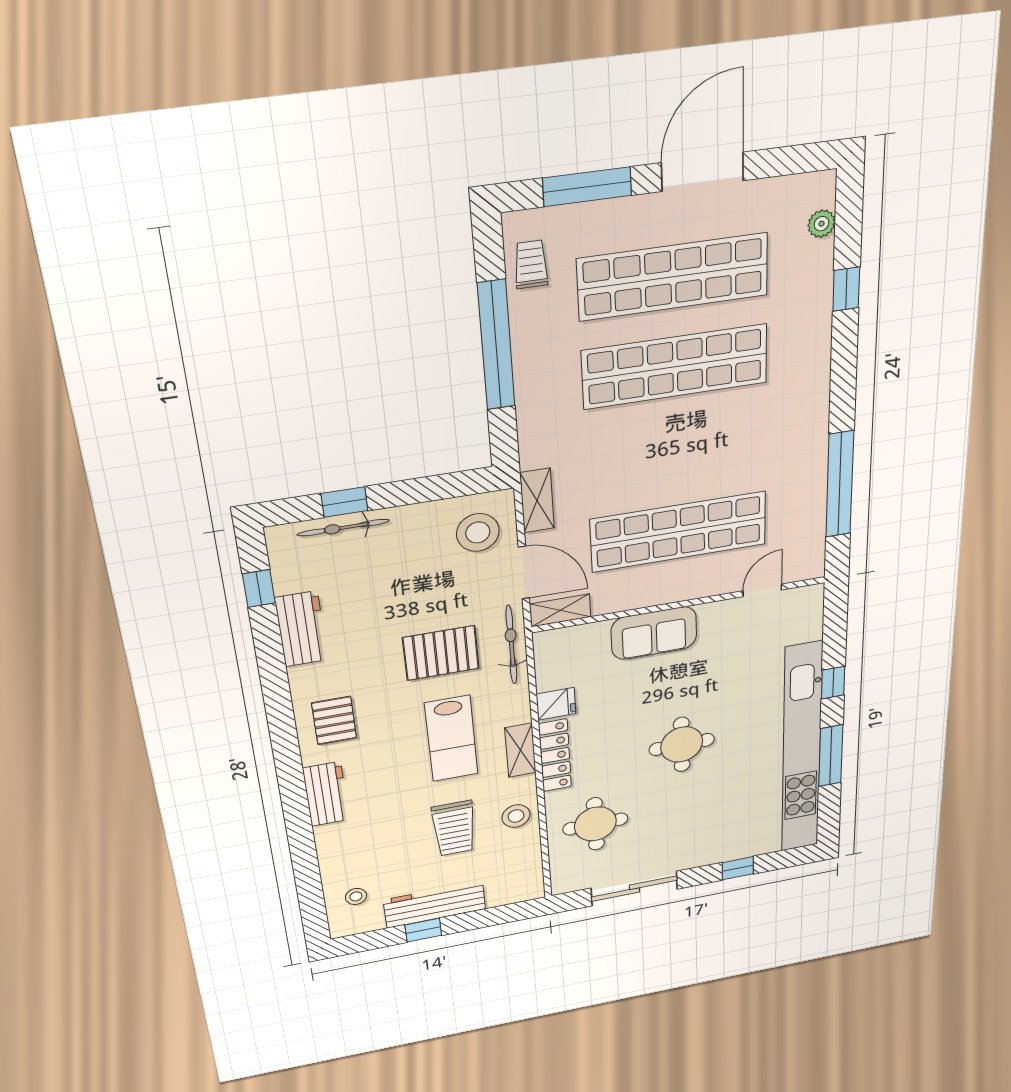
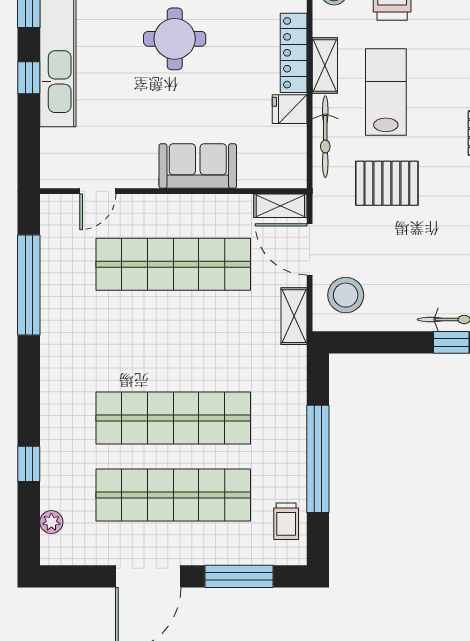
bicycle: (511, 645) -> (325, 137), moved

